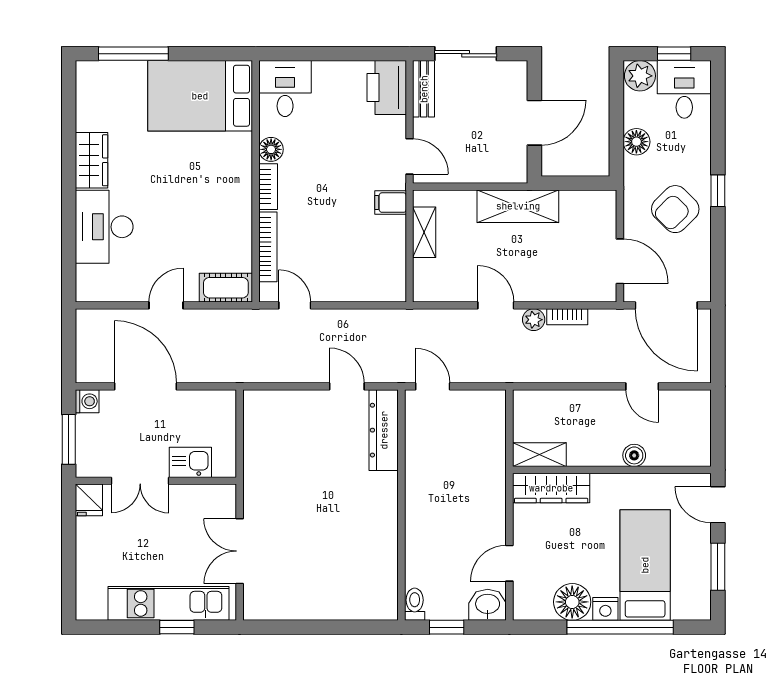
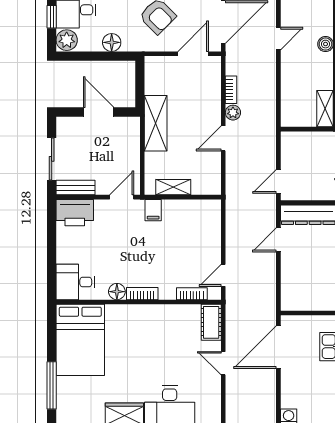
bookcase: (268, 247) -> (192, 294), width x0.64
door: (145, 386) -> (278, 347), moved

